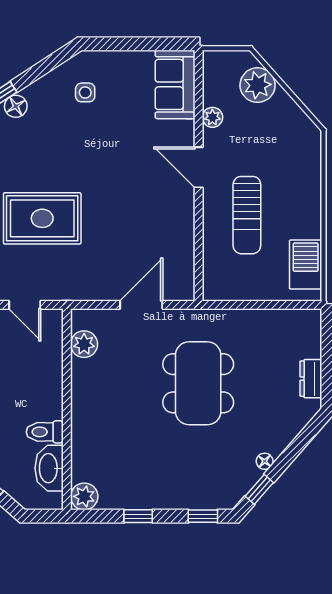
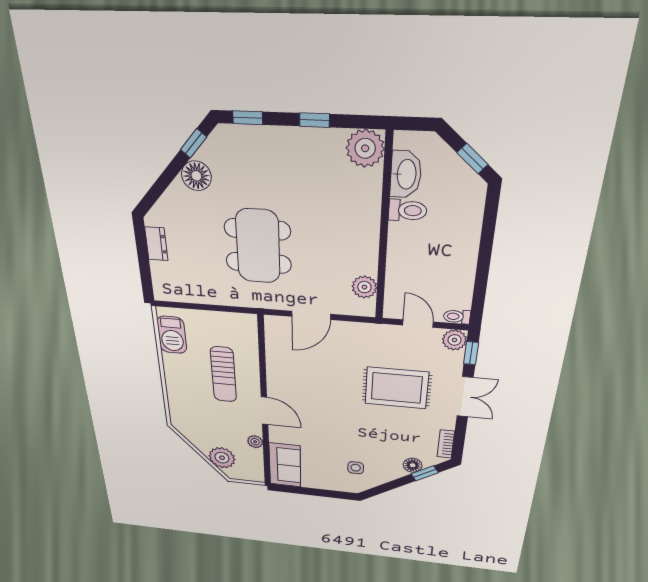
sun lounger: (247, 215) -> (223, 375), turned 180
floor lamp: (265, 461) -> (196, 176), width x1.89, depth x1.89
plant: (84, 496) -> (365, 148), width x1.36, depth x1.36

